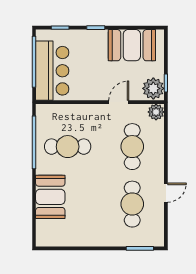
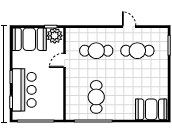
booth: (132, 45) -> (29, 39), moved, turned 90
bar counter: (52, 71) -> (24, 90), moved, turned 90
door: (119, 102) -> (65, 60), hinge flipped
plant: (156, 112) -> (72, 34), removed
booth: (50, 197) -> (151, 109), moved

